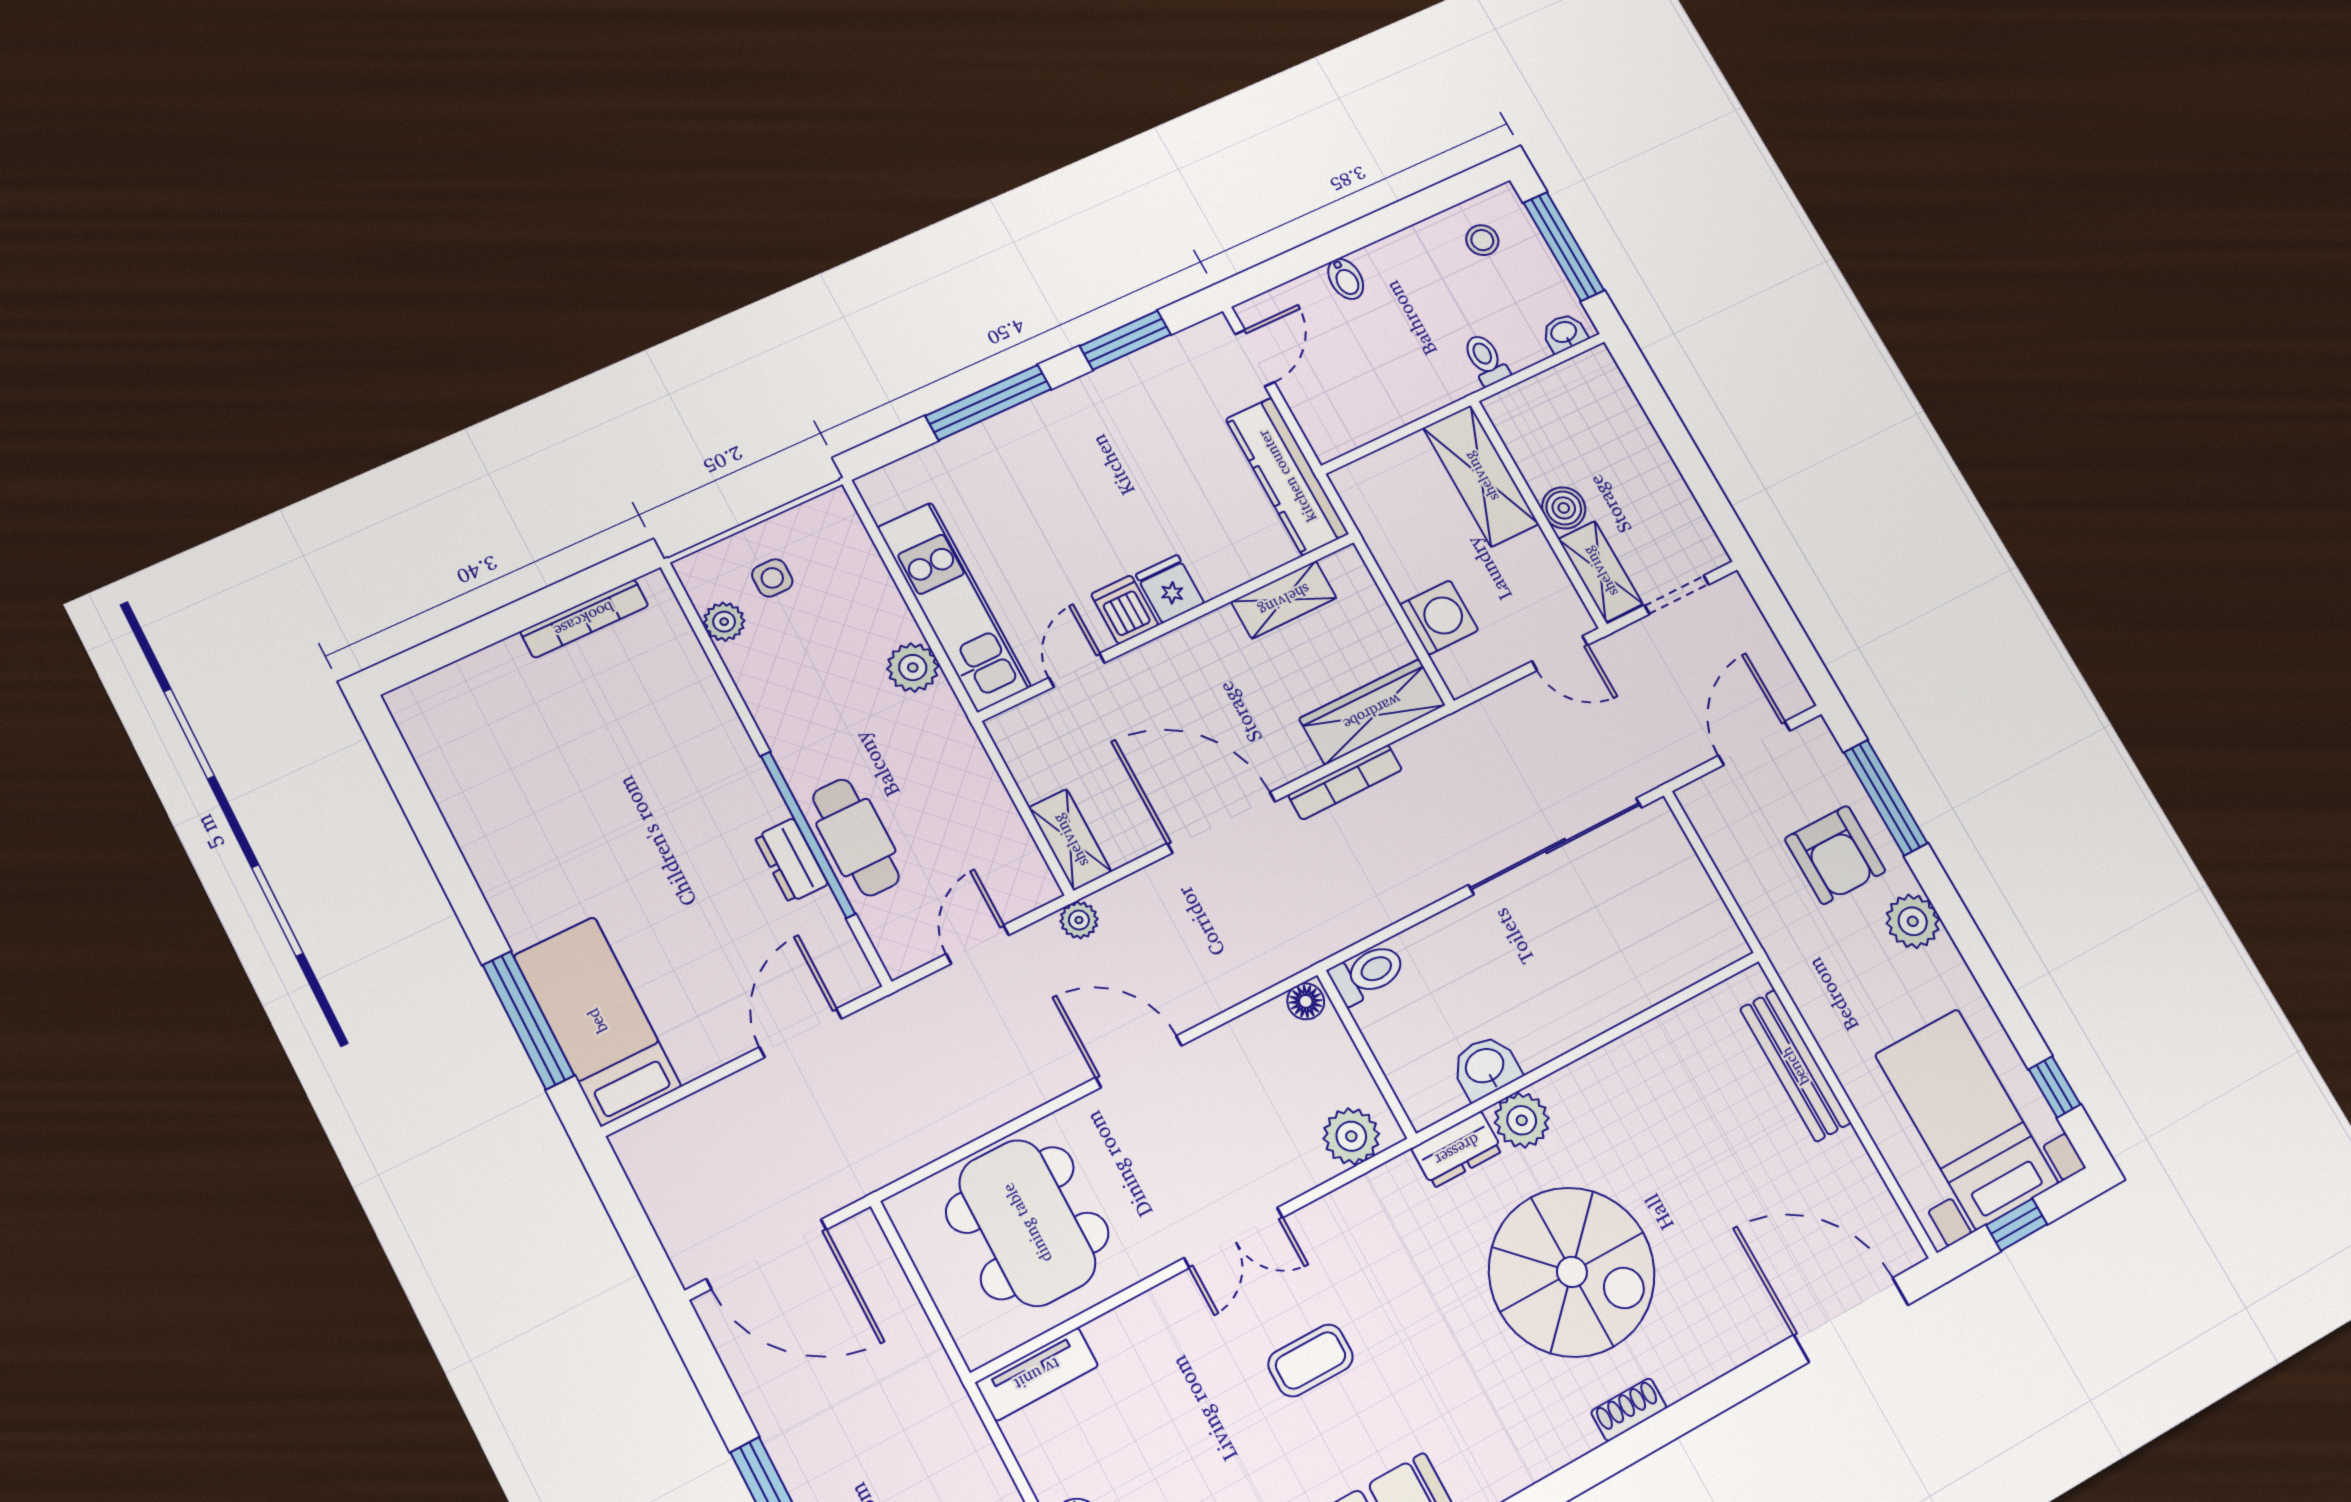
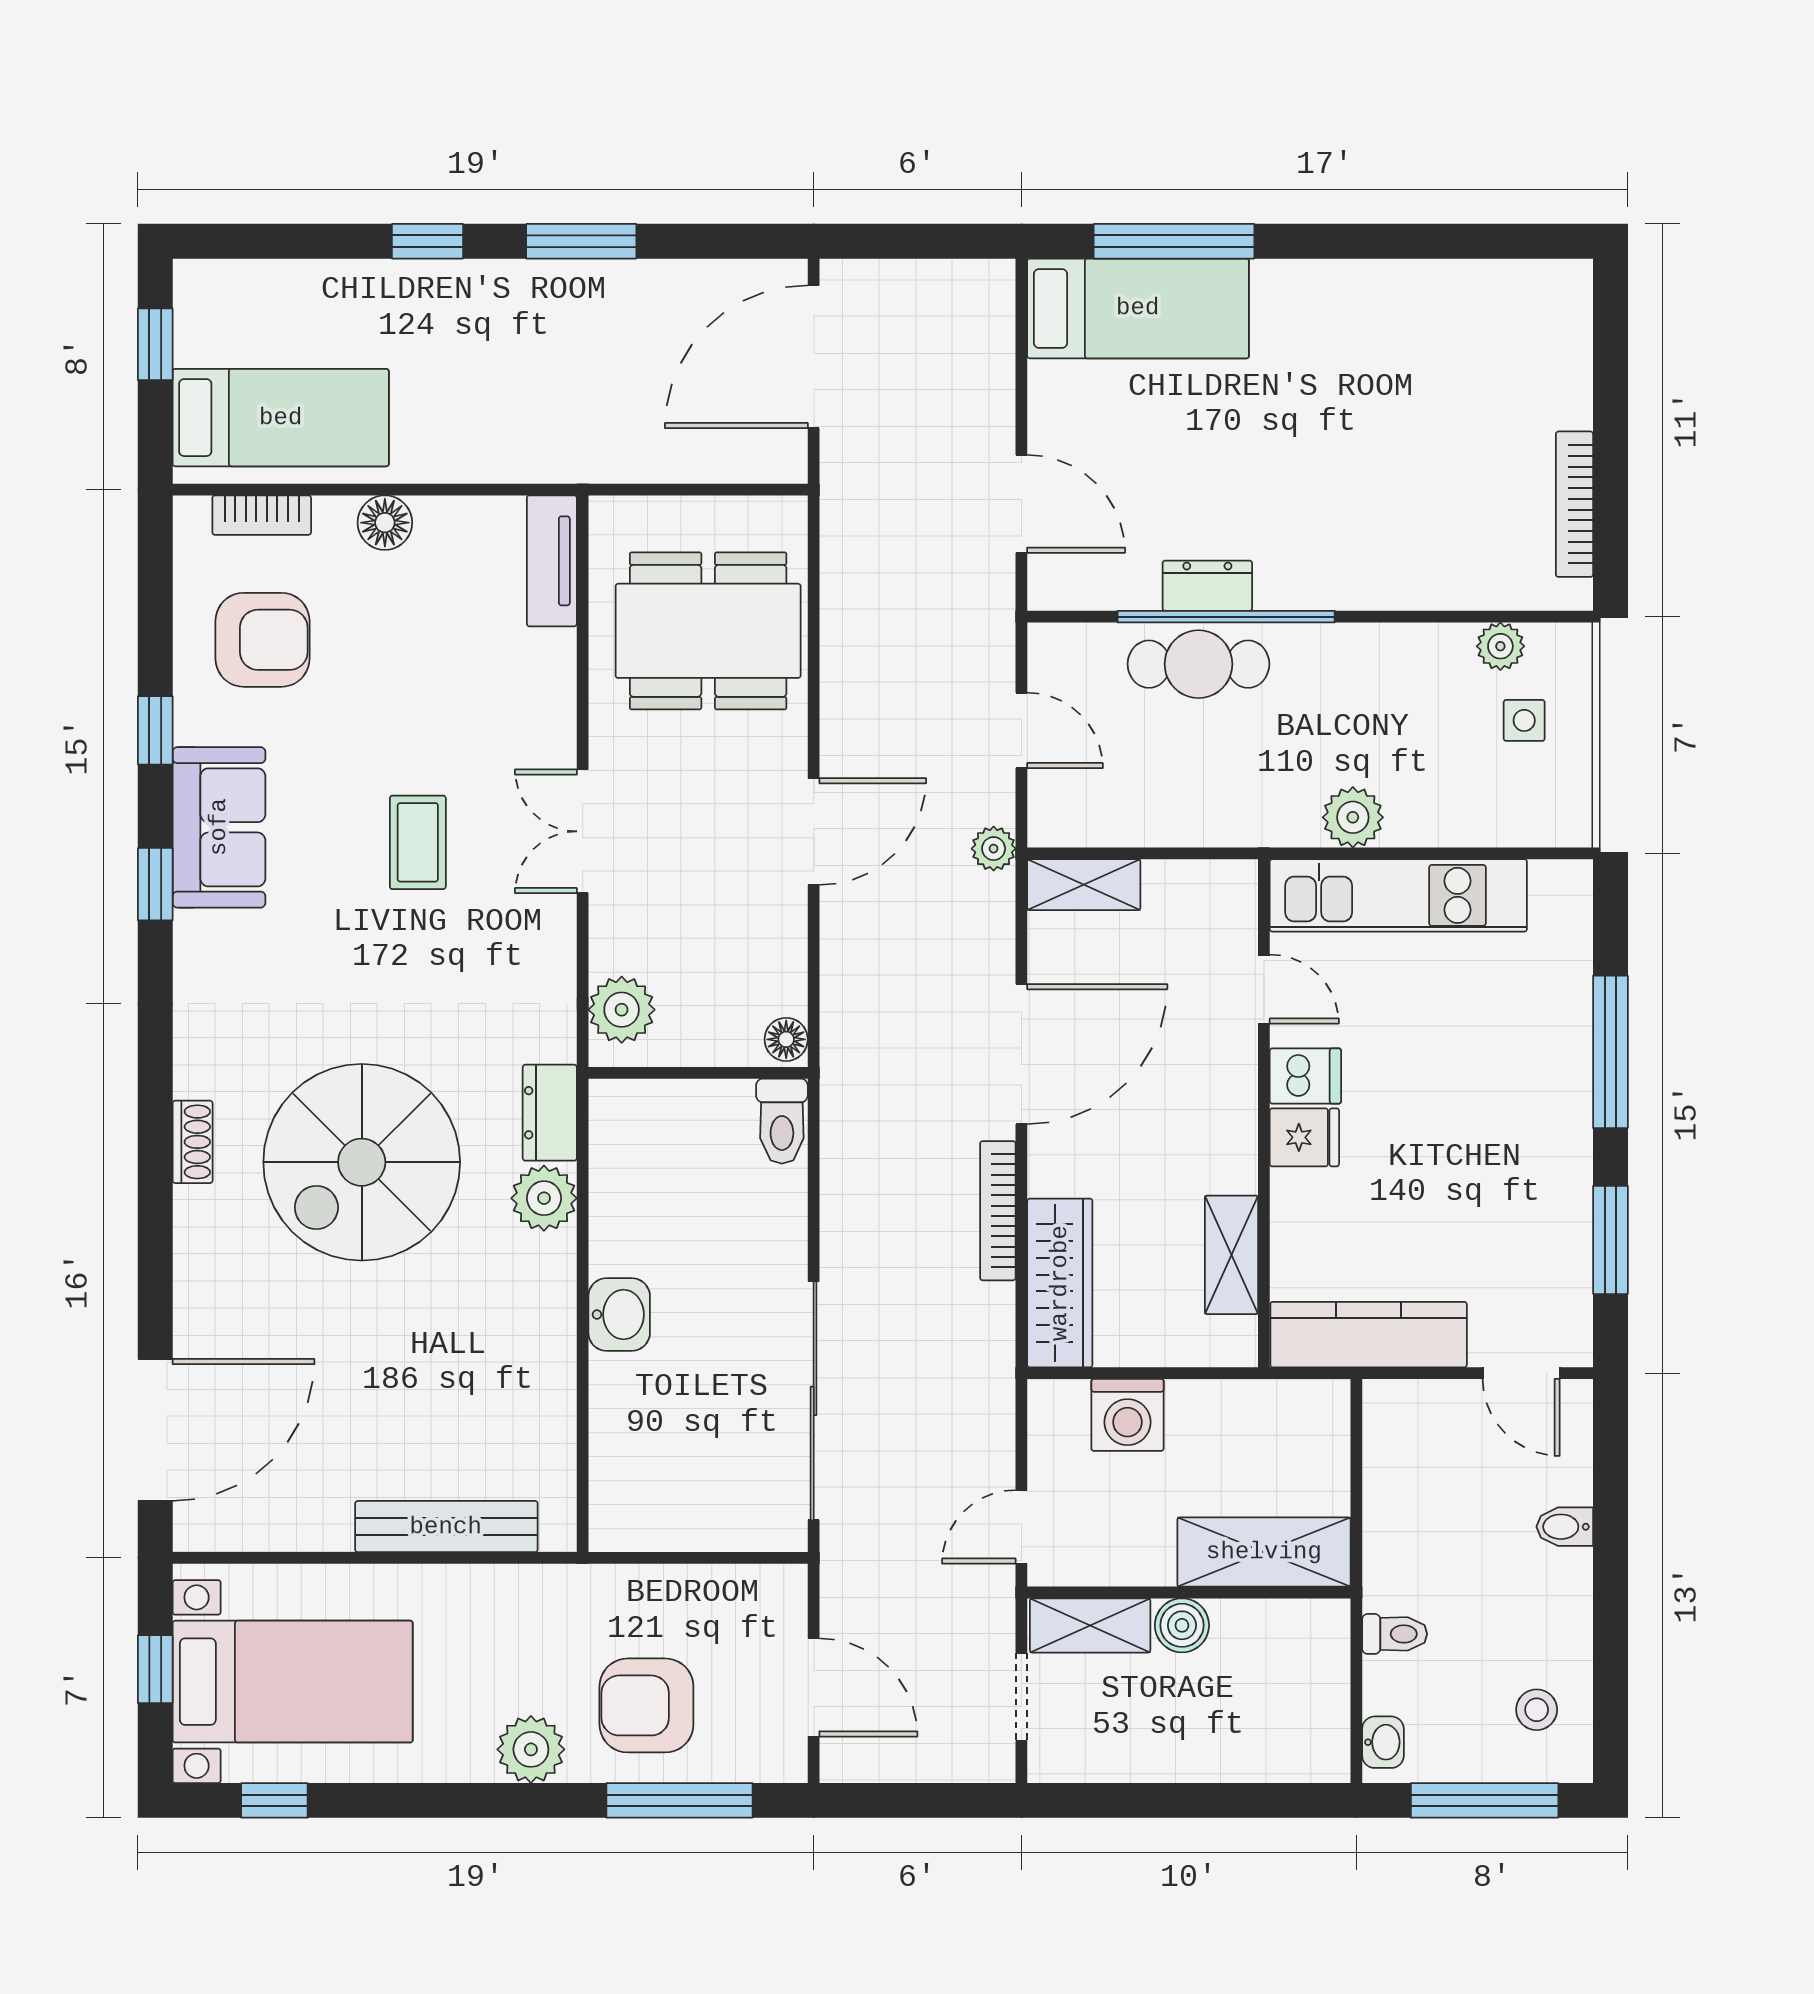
washbasin: (1485, 1067) -> (619, 1315), moved

